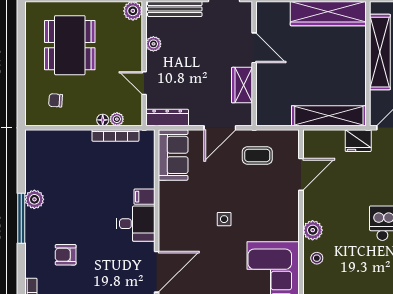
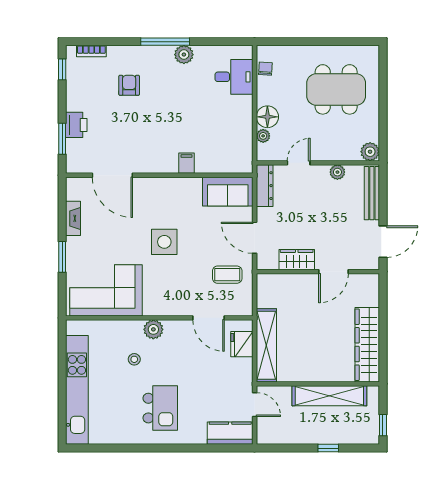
chair: (56, 100) -> (265, 69), moved
floor lamp: (103, 120) -> (267, 117), width x1.89, depth x1.89
bookcase: (115, 135) -> (247, 135), removed
fridge: (358, 141) -> (242, 344), moved
coffee table: (257, 155) -> (227, 275), turned 90
side table: (224, 219) -> (164, 242), width x1.87, depth x1.87
desk: (136, 224) -> (234, 77), moved, turned -90
stool: (317, 258) -> (134, 359), moved

